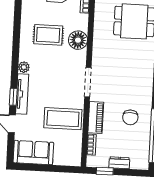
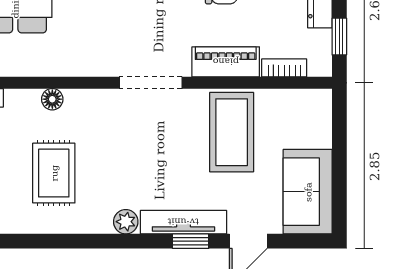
floor lamp: (78, 40) -> (52, 99), width x0.53, depth x0.53

